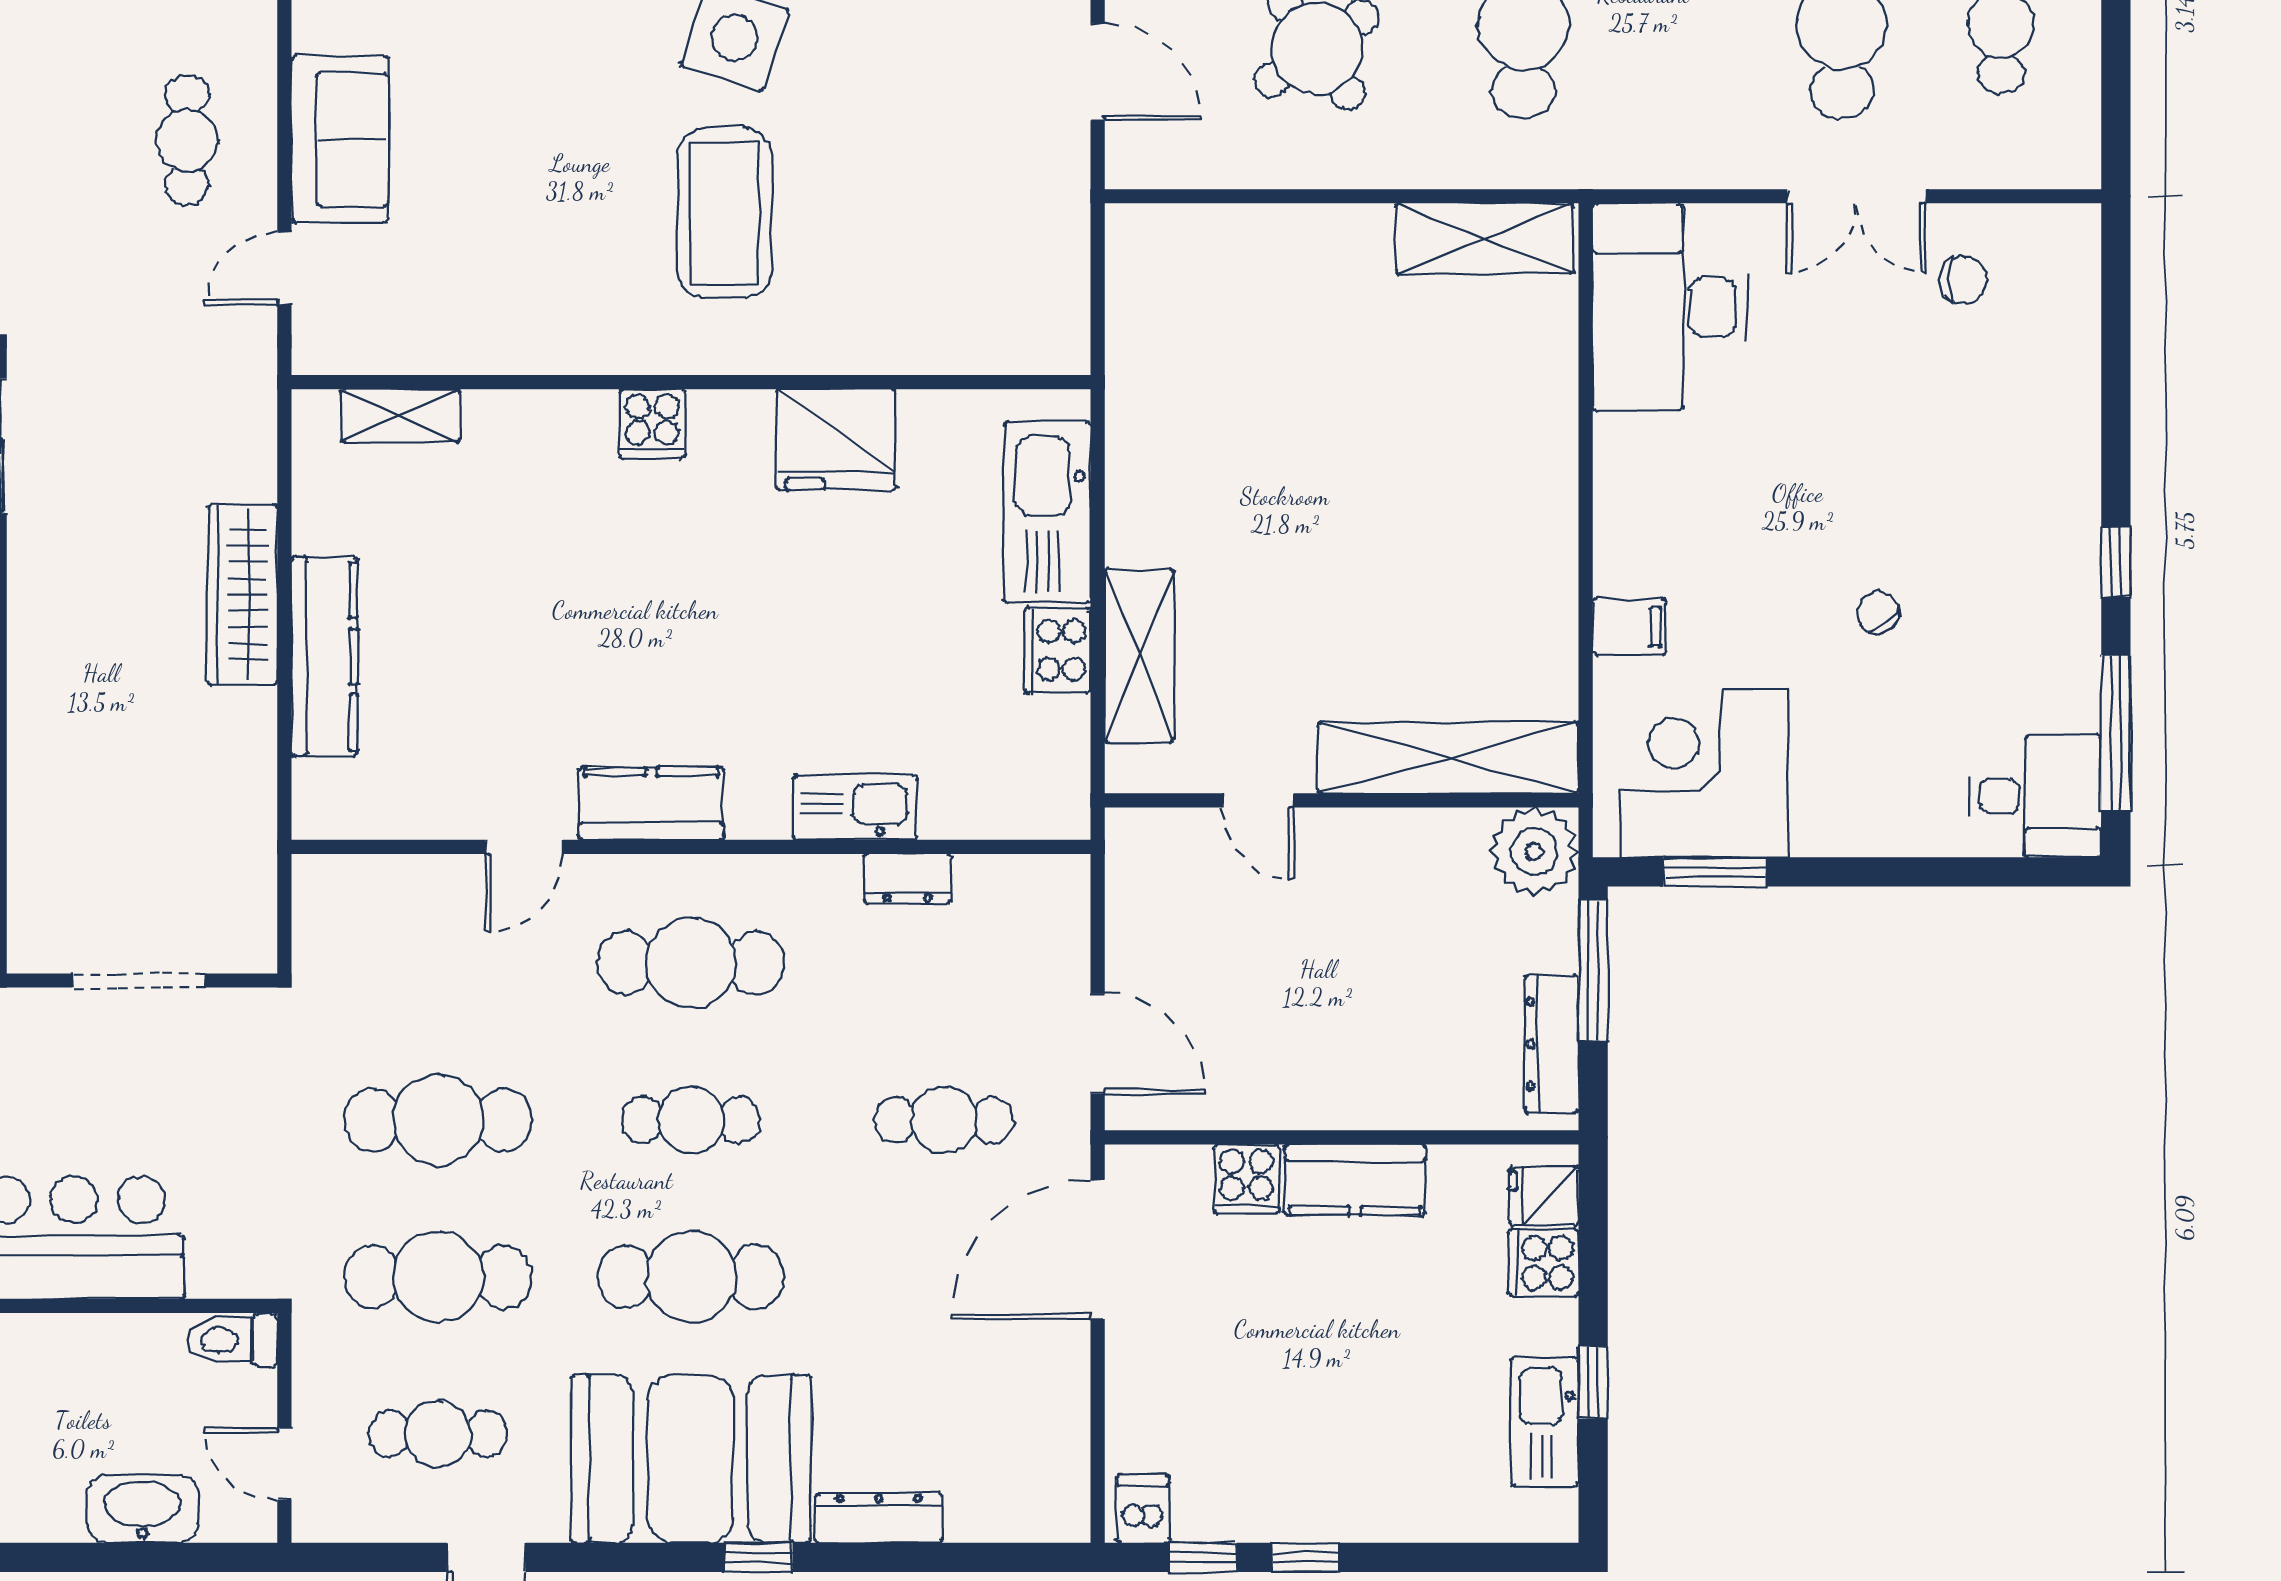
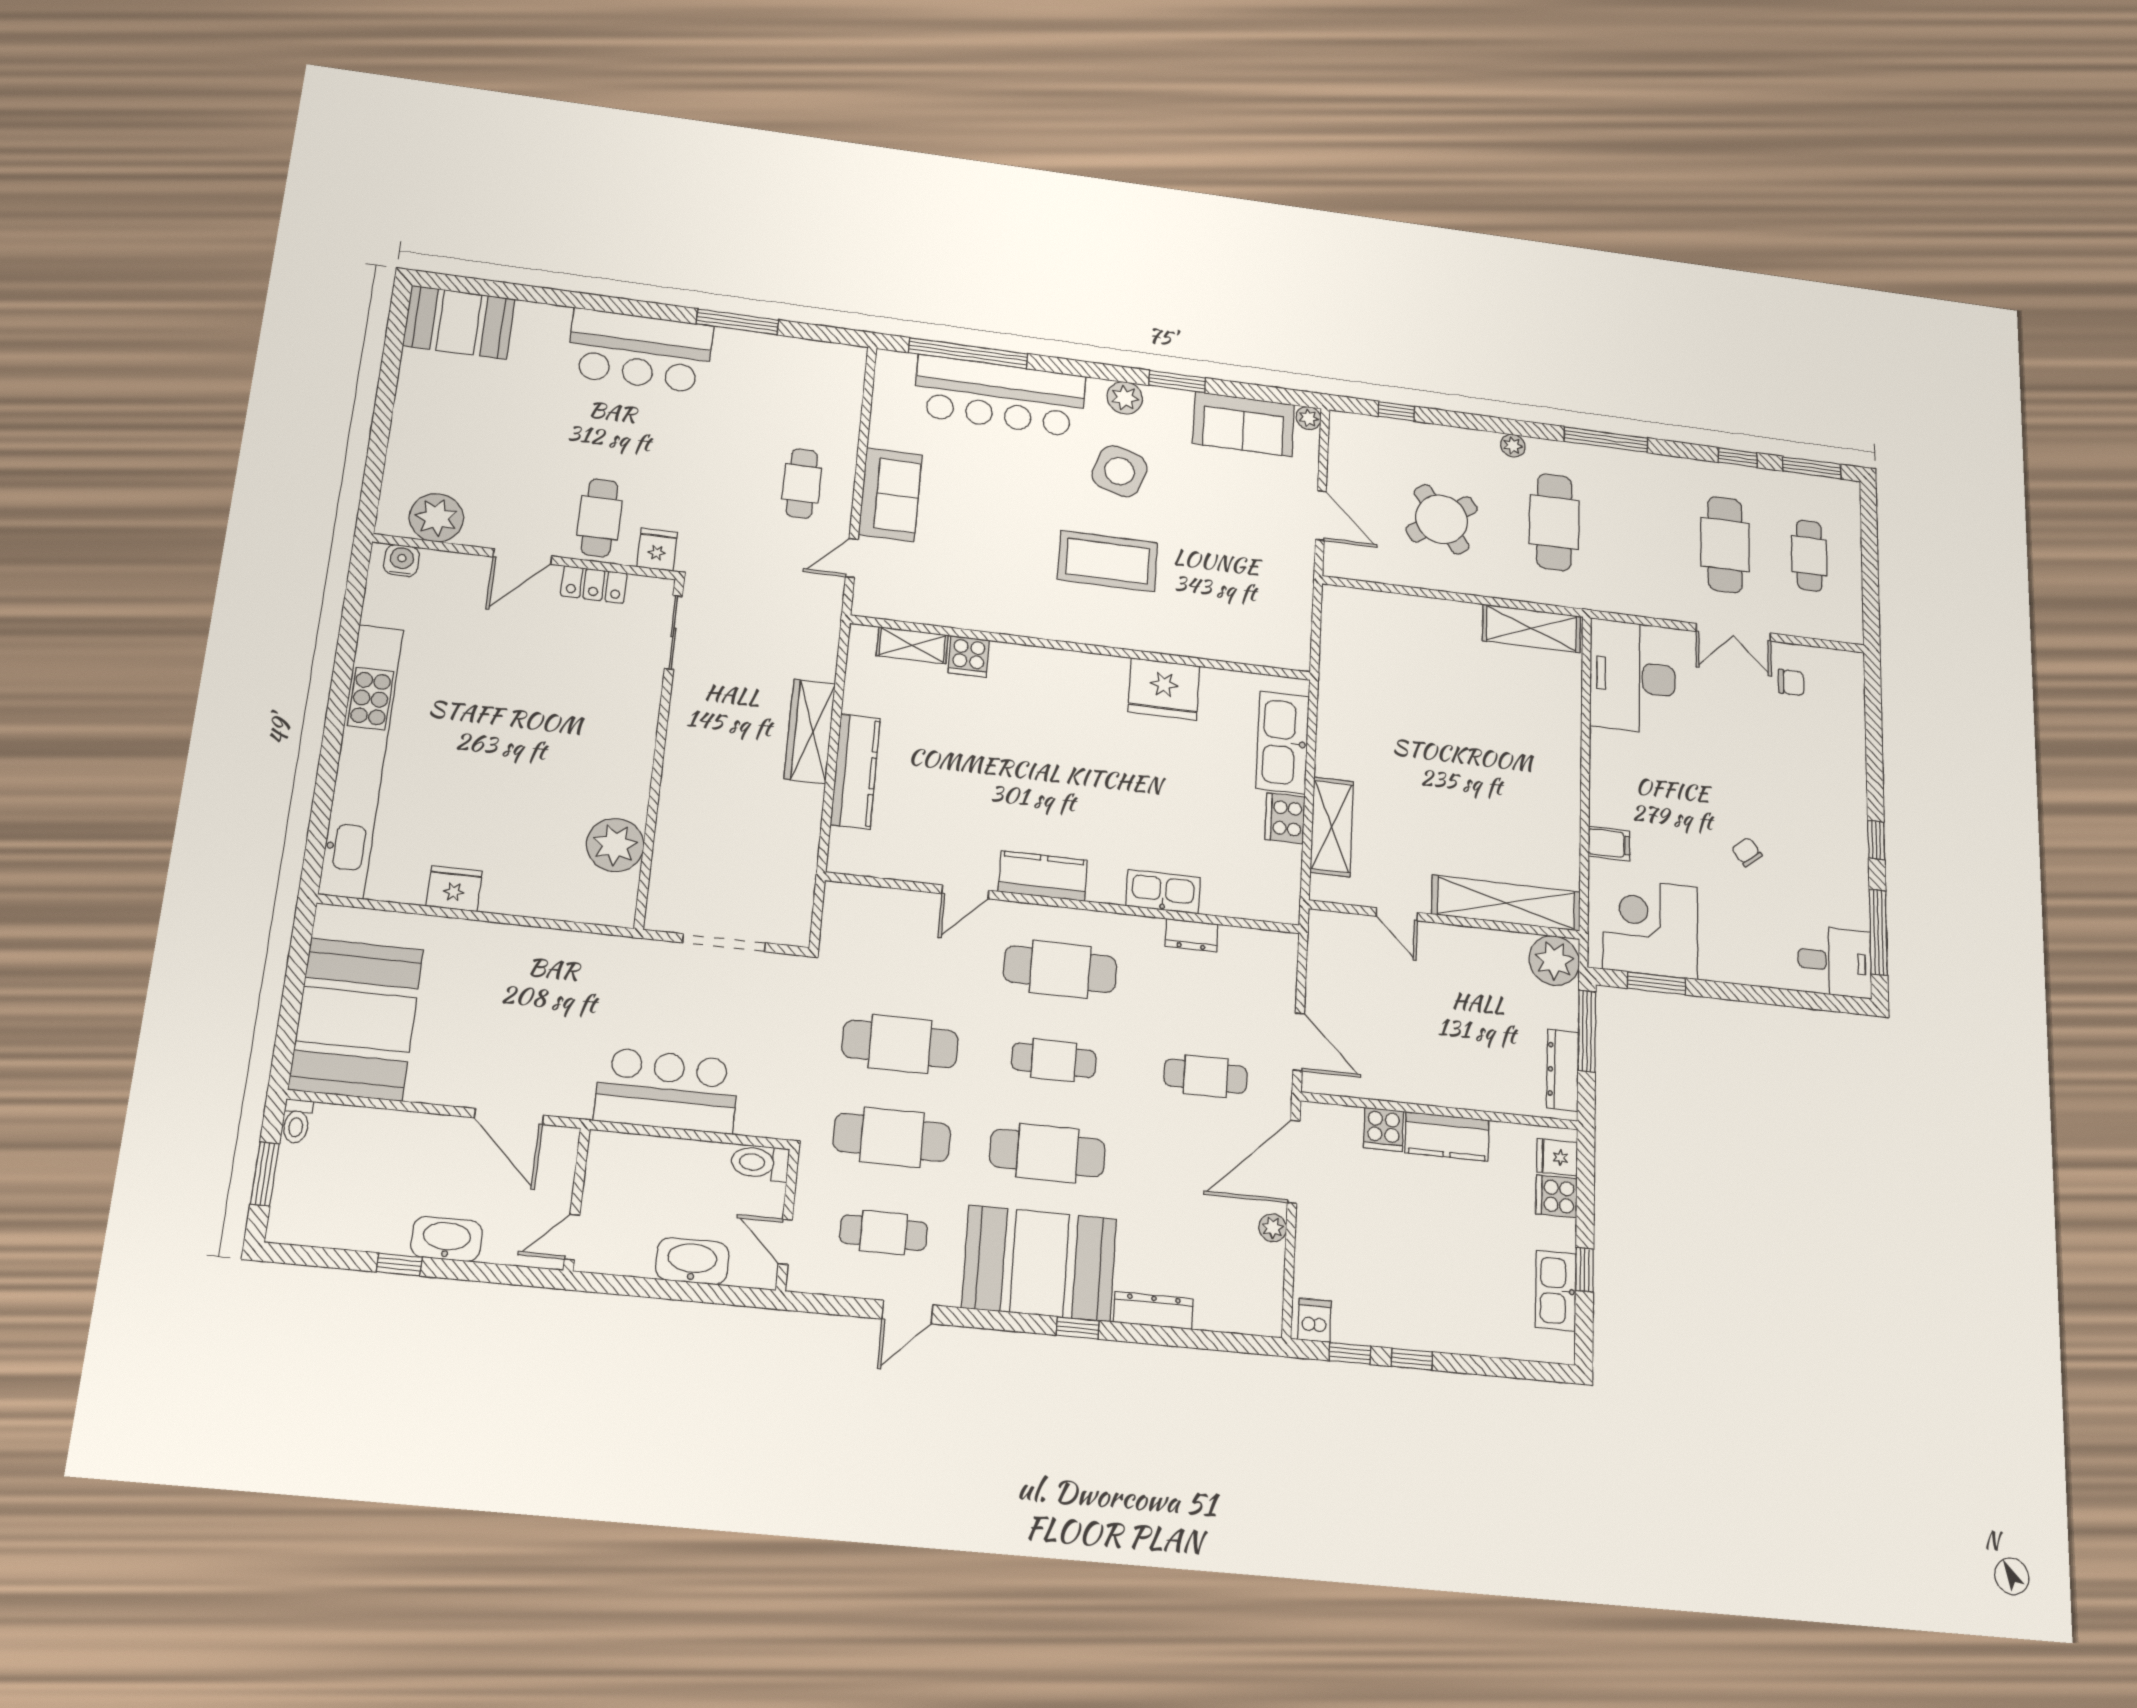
coffee table: (724, 213) -> (1108, 561), turned 90
cooker: (652, 424) -> (969, 656), moved
plant: (1068, 1363) -> (1273, 1228), added

